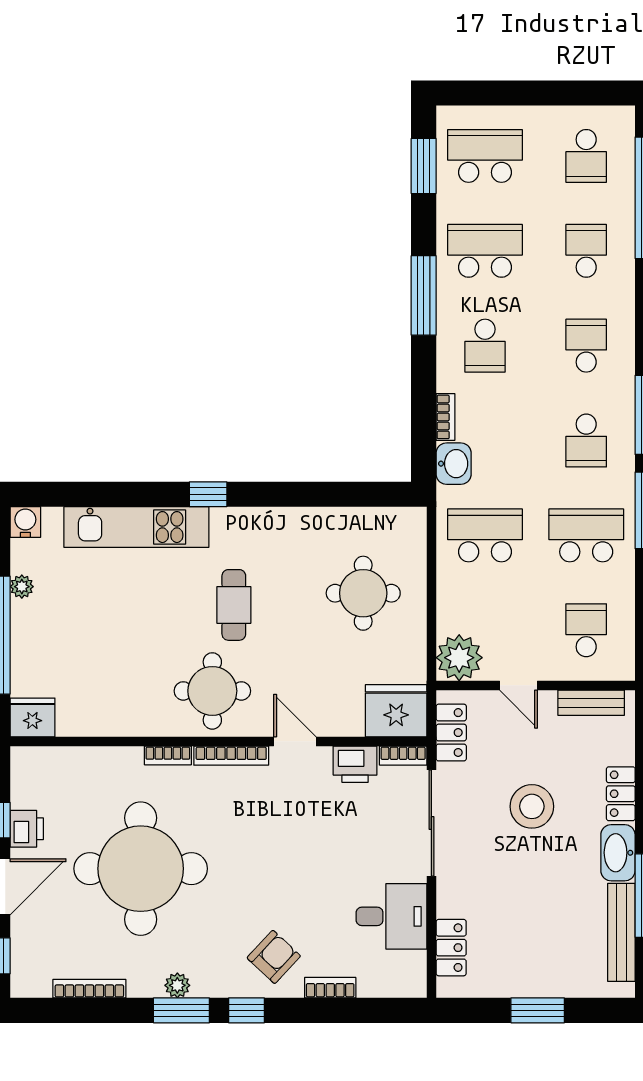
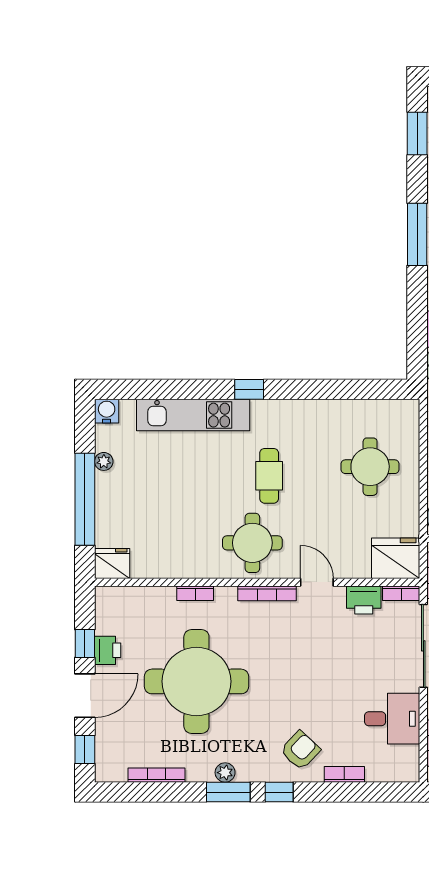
bookcase: (168, 755) -> (195, 593), moved

